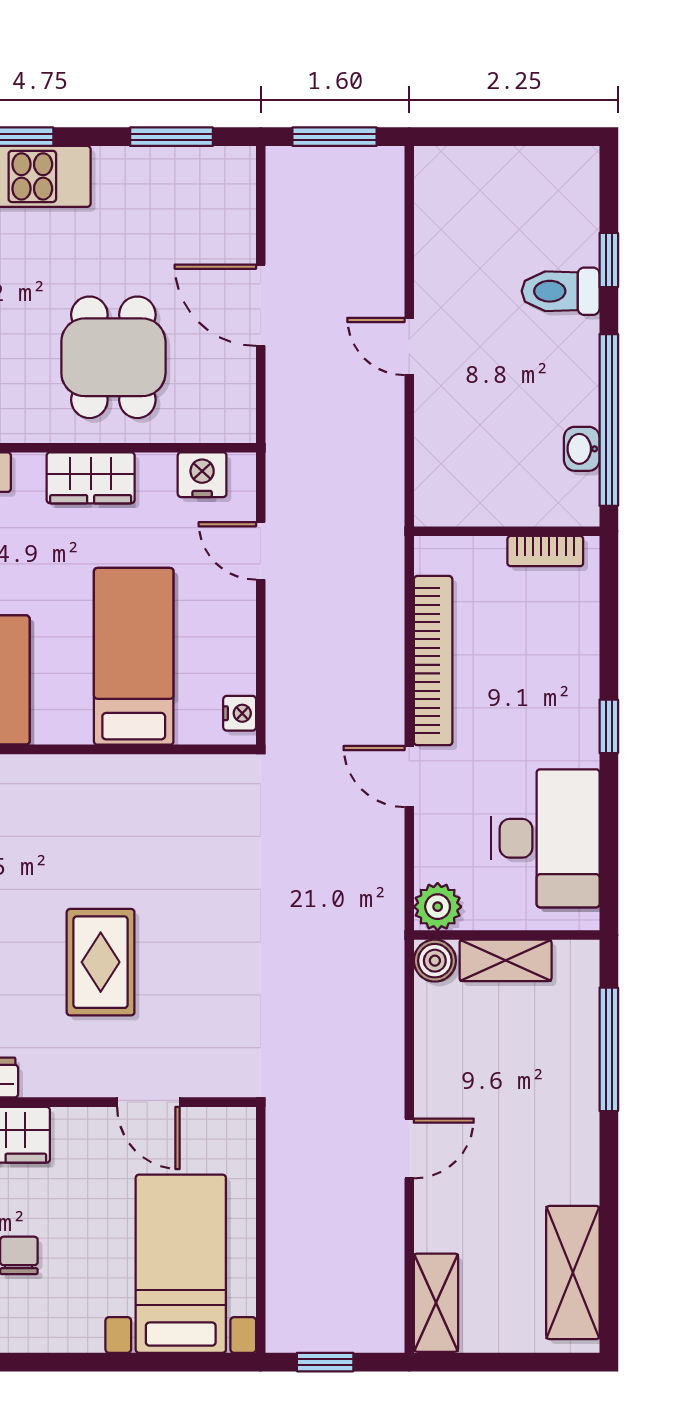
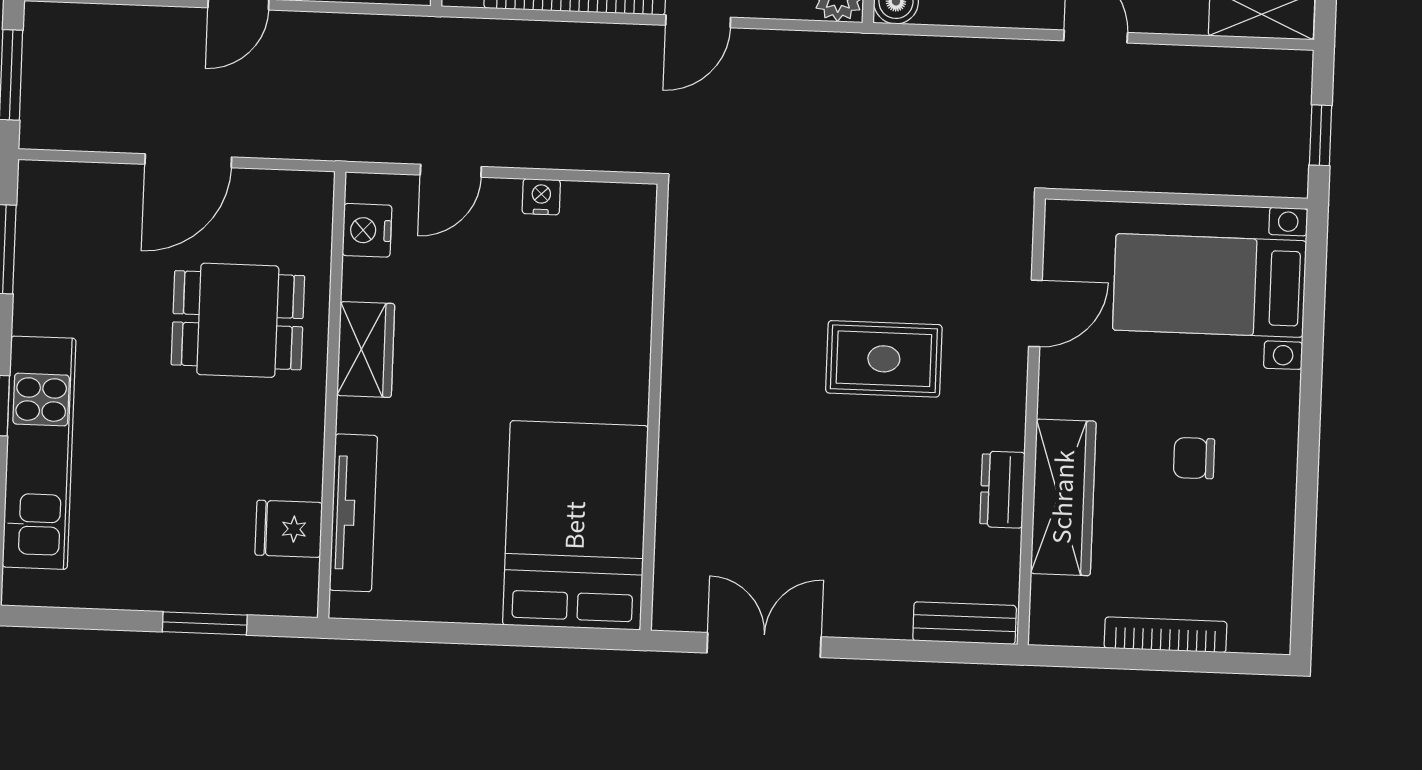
bed: (134, 656) -> (558, 311), removed
nightstand: (240, 713) -> (541, 197), moved

